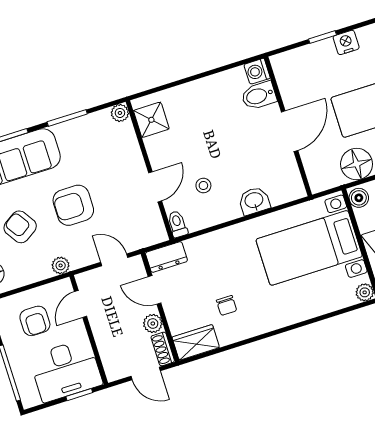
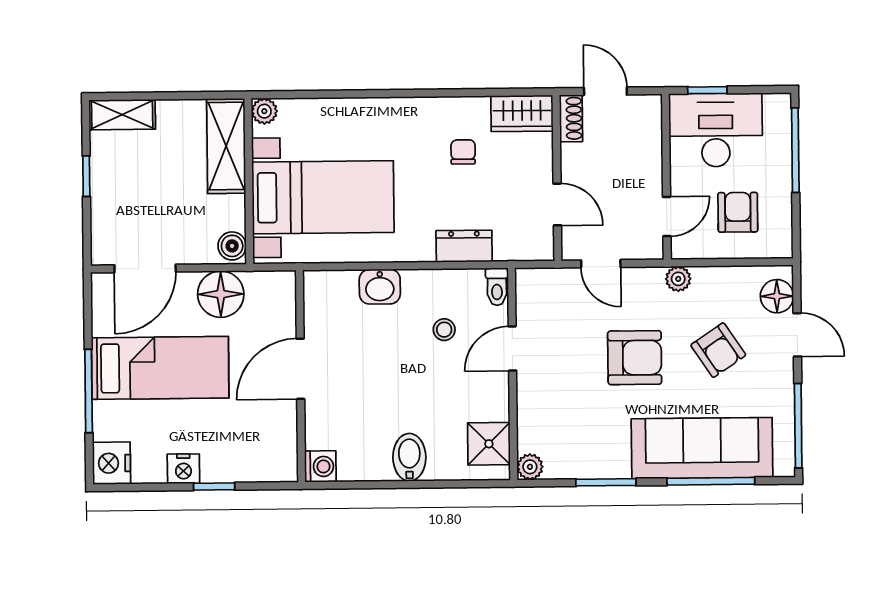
bidet: (259, 96) -> (409, 457), moved, turned -90
dresser: (166, 257) -> (464, 246), moved
plant: (153, 323) -> (574, 158), removed

